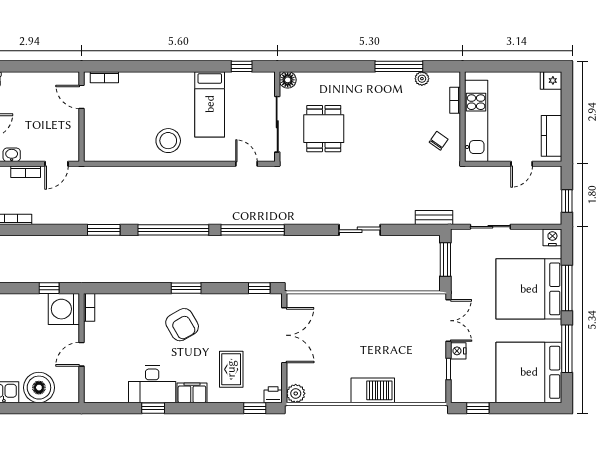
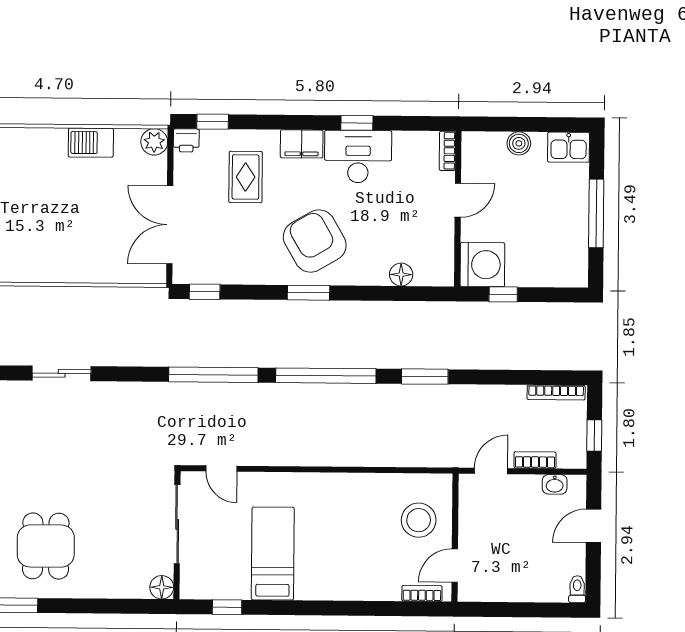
door: (82, 97) -> (455, 566), swing flipped
dining table: (324, 129) -> (46, 546), moved
stool: (168, 141) -> (419, 520), moved
floor lamp: (121, 302) -> (401, 275), added
bookcase: (89, 307) -> (447, 151), moved
armchair: (182, 325) -> (315, 241), width x1.36, depth x1.36
boiler: (39, 388) -> (519, 143), width x0.54, depth x0.54
barbecue: (373, 390) -> (91, 143), moved, width x0.73, depth x0.83

